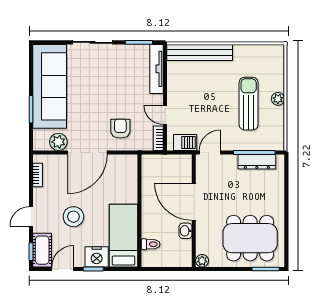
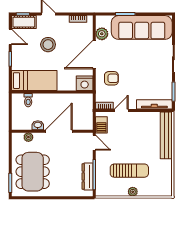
door: (87, 152) -> (94, 55), hinge flipped
nightstand: (97, 257) -> (85, 83), moved, turned -90
plant: (202, 261) -> (28, 137), moved

